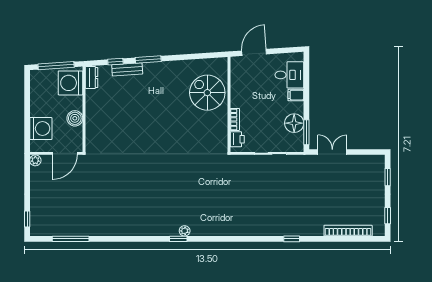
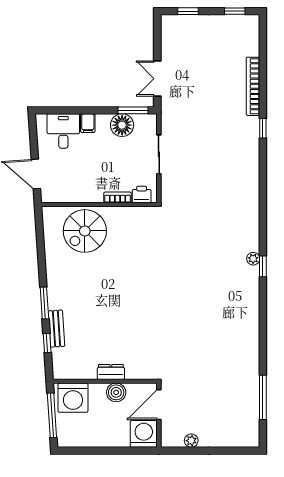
dresser: (92, 77) -> (111, 372), moved
washing machine: (41, 129) -> (144, 434), moved
door: (65, 153) -> (159, 405), swing flipped
plant: (35, 160) -> (191, 441), moved
window: (27, 219) -> (239, 451), removed
bookcase: (348, 231) -> (253, 86), moved

